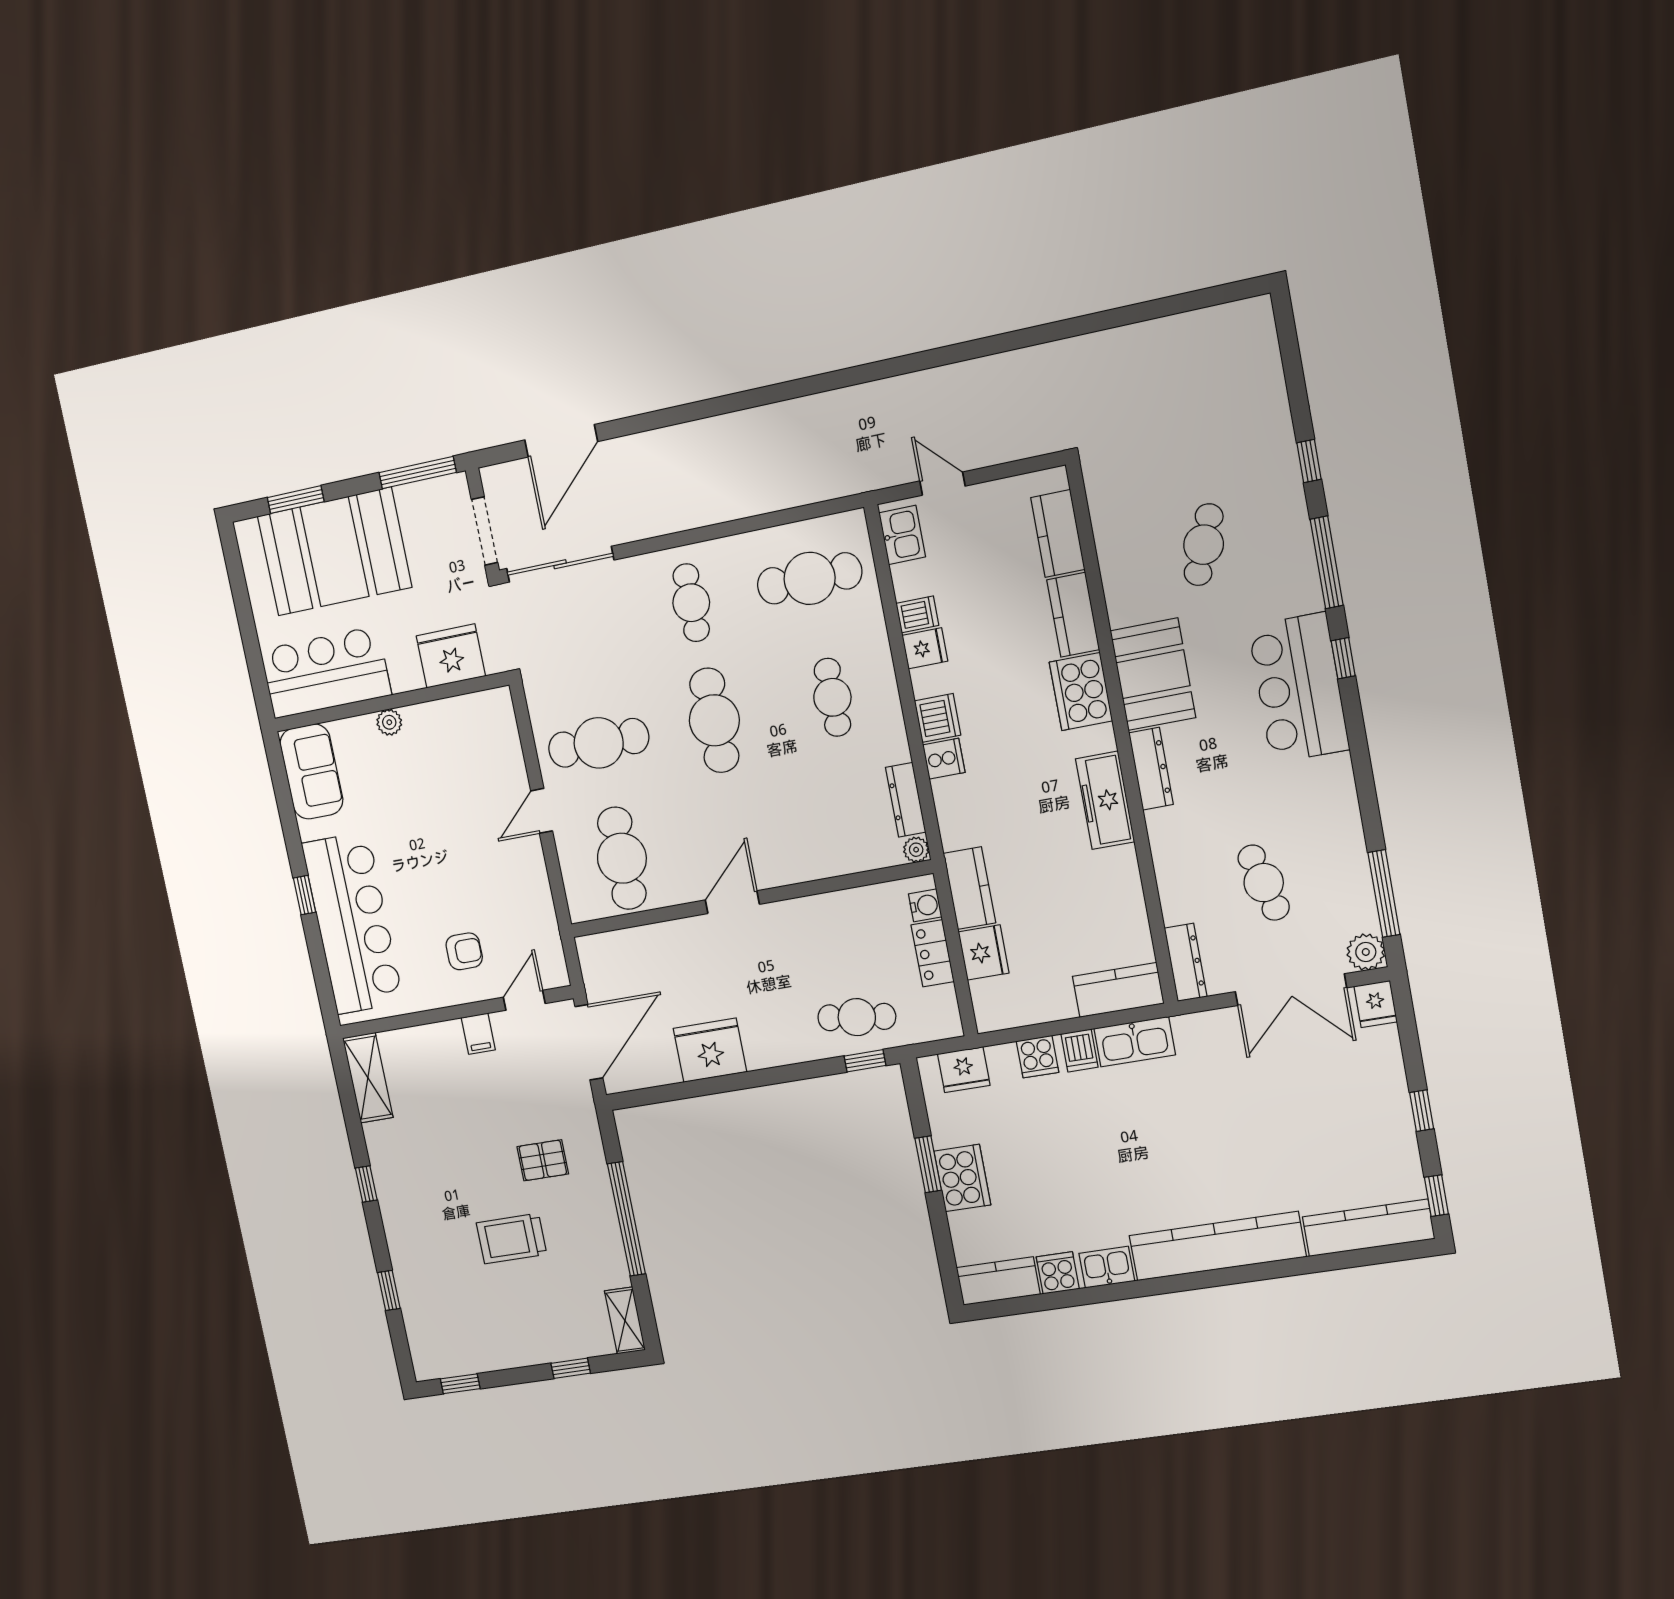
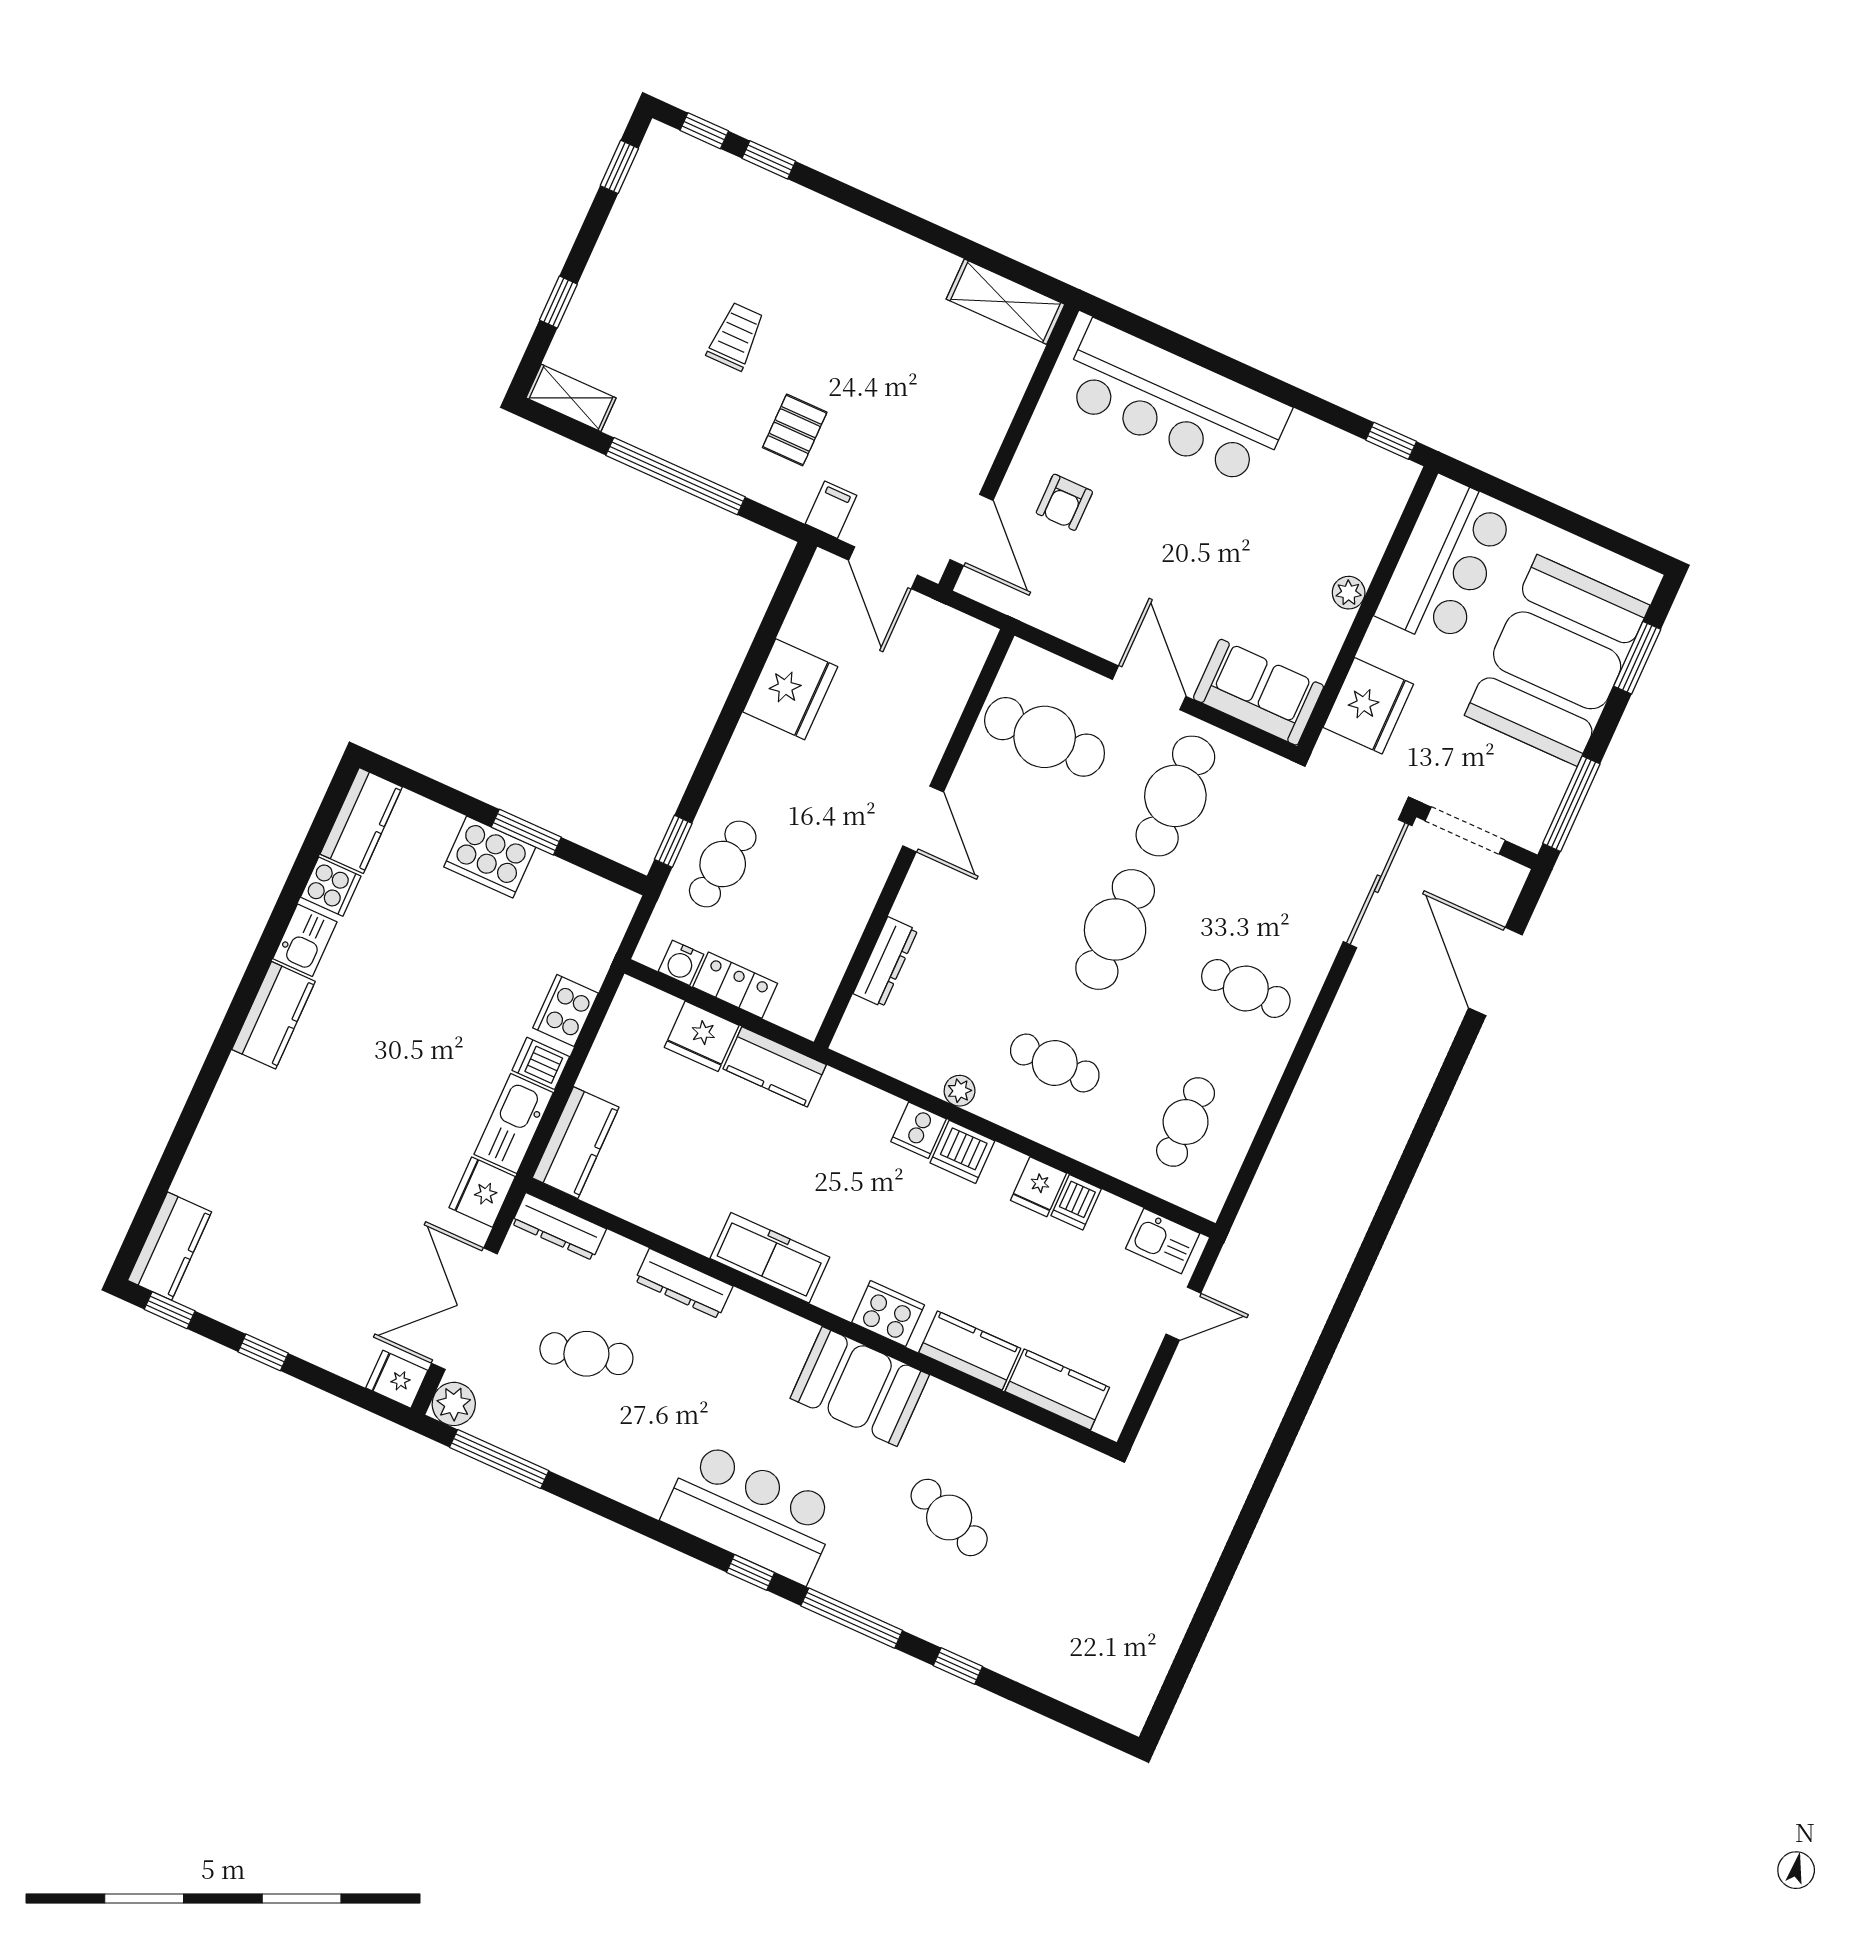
cafe table: (810, 578) -> (1186, 1122), width x0.73, depth x0.74
cooker: (1081, 692) -> (888, 1314), width x0.73, depth x0.76
cafe table: (714, 720) -> (1115, 929), turned 90
dresser: (1151, 769) -> (684, 1283), moved
sofa: (311, 772) -> (1259, 692), moved, turned 180
dresser: (906, 800) -> (885, 962), moved, turned 90
door: (542, 811) -> (1149, 688), width x1.38
plant: (916, 850) -> (960, 1091), moved
window: (305, 895) -> (1391, 441), moved
water cooler: (925, 905) -> (681, 963), moved
door: (524, 1000) -> (972, 530), width x1.38
filing cabinet: (478, 1034) -> (831, 510), moved, turned 90
door: (589, 1042) -> (883, 568), width x0.73
cooker: (1038, 1057) -> (565, 1010), width x1.36
fridge: (964, 1070) -> (482, 1192), moved
window: (366, 1184) -> (704, 131), moved
kitchen counter: (1368, 1228) -> (170, 1246), width x0.67
trolley: (512, 1239) -> (736, 336), width x0.73, depth x0.72
kitchen counter: (1217, 1246) -> (274, 1015), width x0.48, depth x0.86

